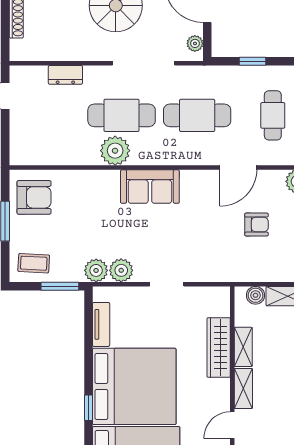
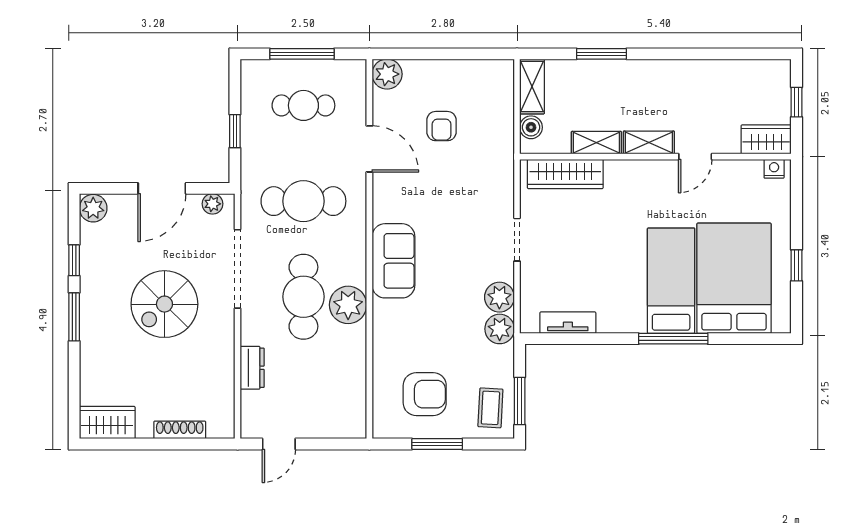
cafe table: (197, 115) -> (303, 201), turned 90
armchair: (34, 197) -> (425, 394), moved, turned 90
armchair: (256, 225) -> (442, 126), turned 180
window: (60, 286) -> (520, 401), moved
wardrobe: (219, 348) -> (565, 174), moved
bed: (134, 386) -> (671, 281), width x0.49
window: (88, 408) -> (673, 339), width x2.17
door: (232, 425) -> (695, 157), hinge flipped

